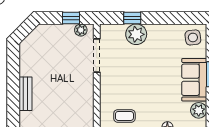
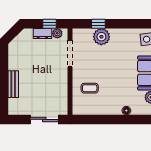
dresser: (62, 30) -> (42, 34), added
coffee table: (124, 116) -> (90, 88), moved

